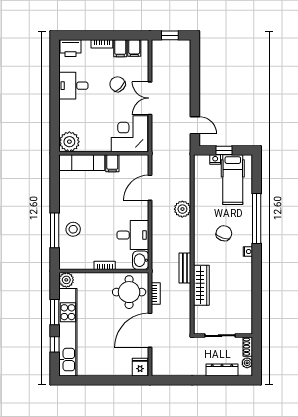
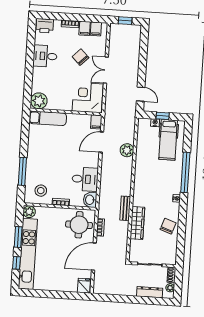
filing cabinet: (112, 163) -> (96, 122), moved
plant: (182, 209) -> (127, 150), moved
stool: (73, 229) -> (41, 191), moved
chair: (224, 233) -> (168, 226), moved

